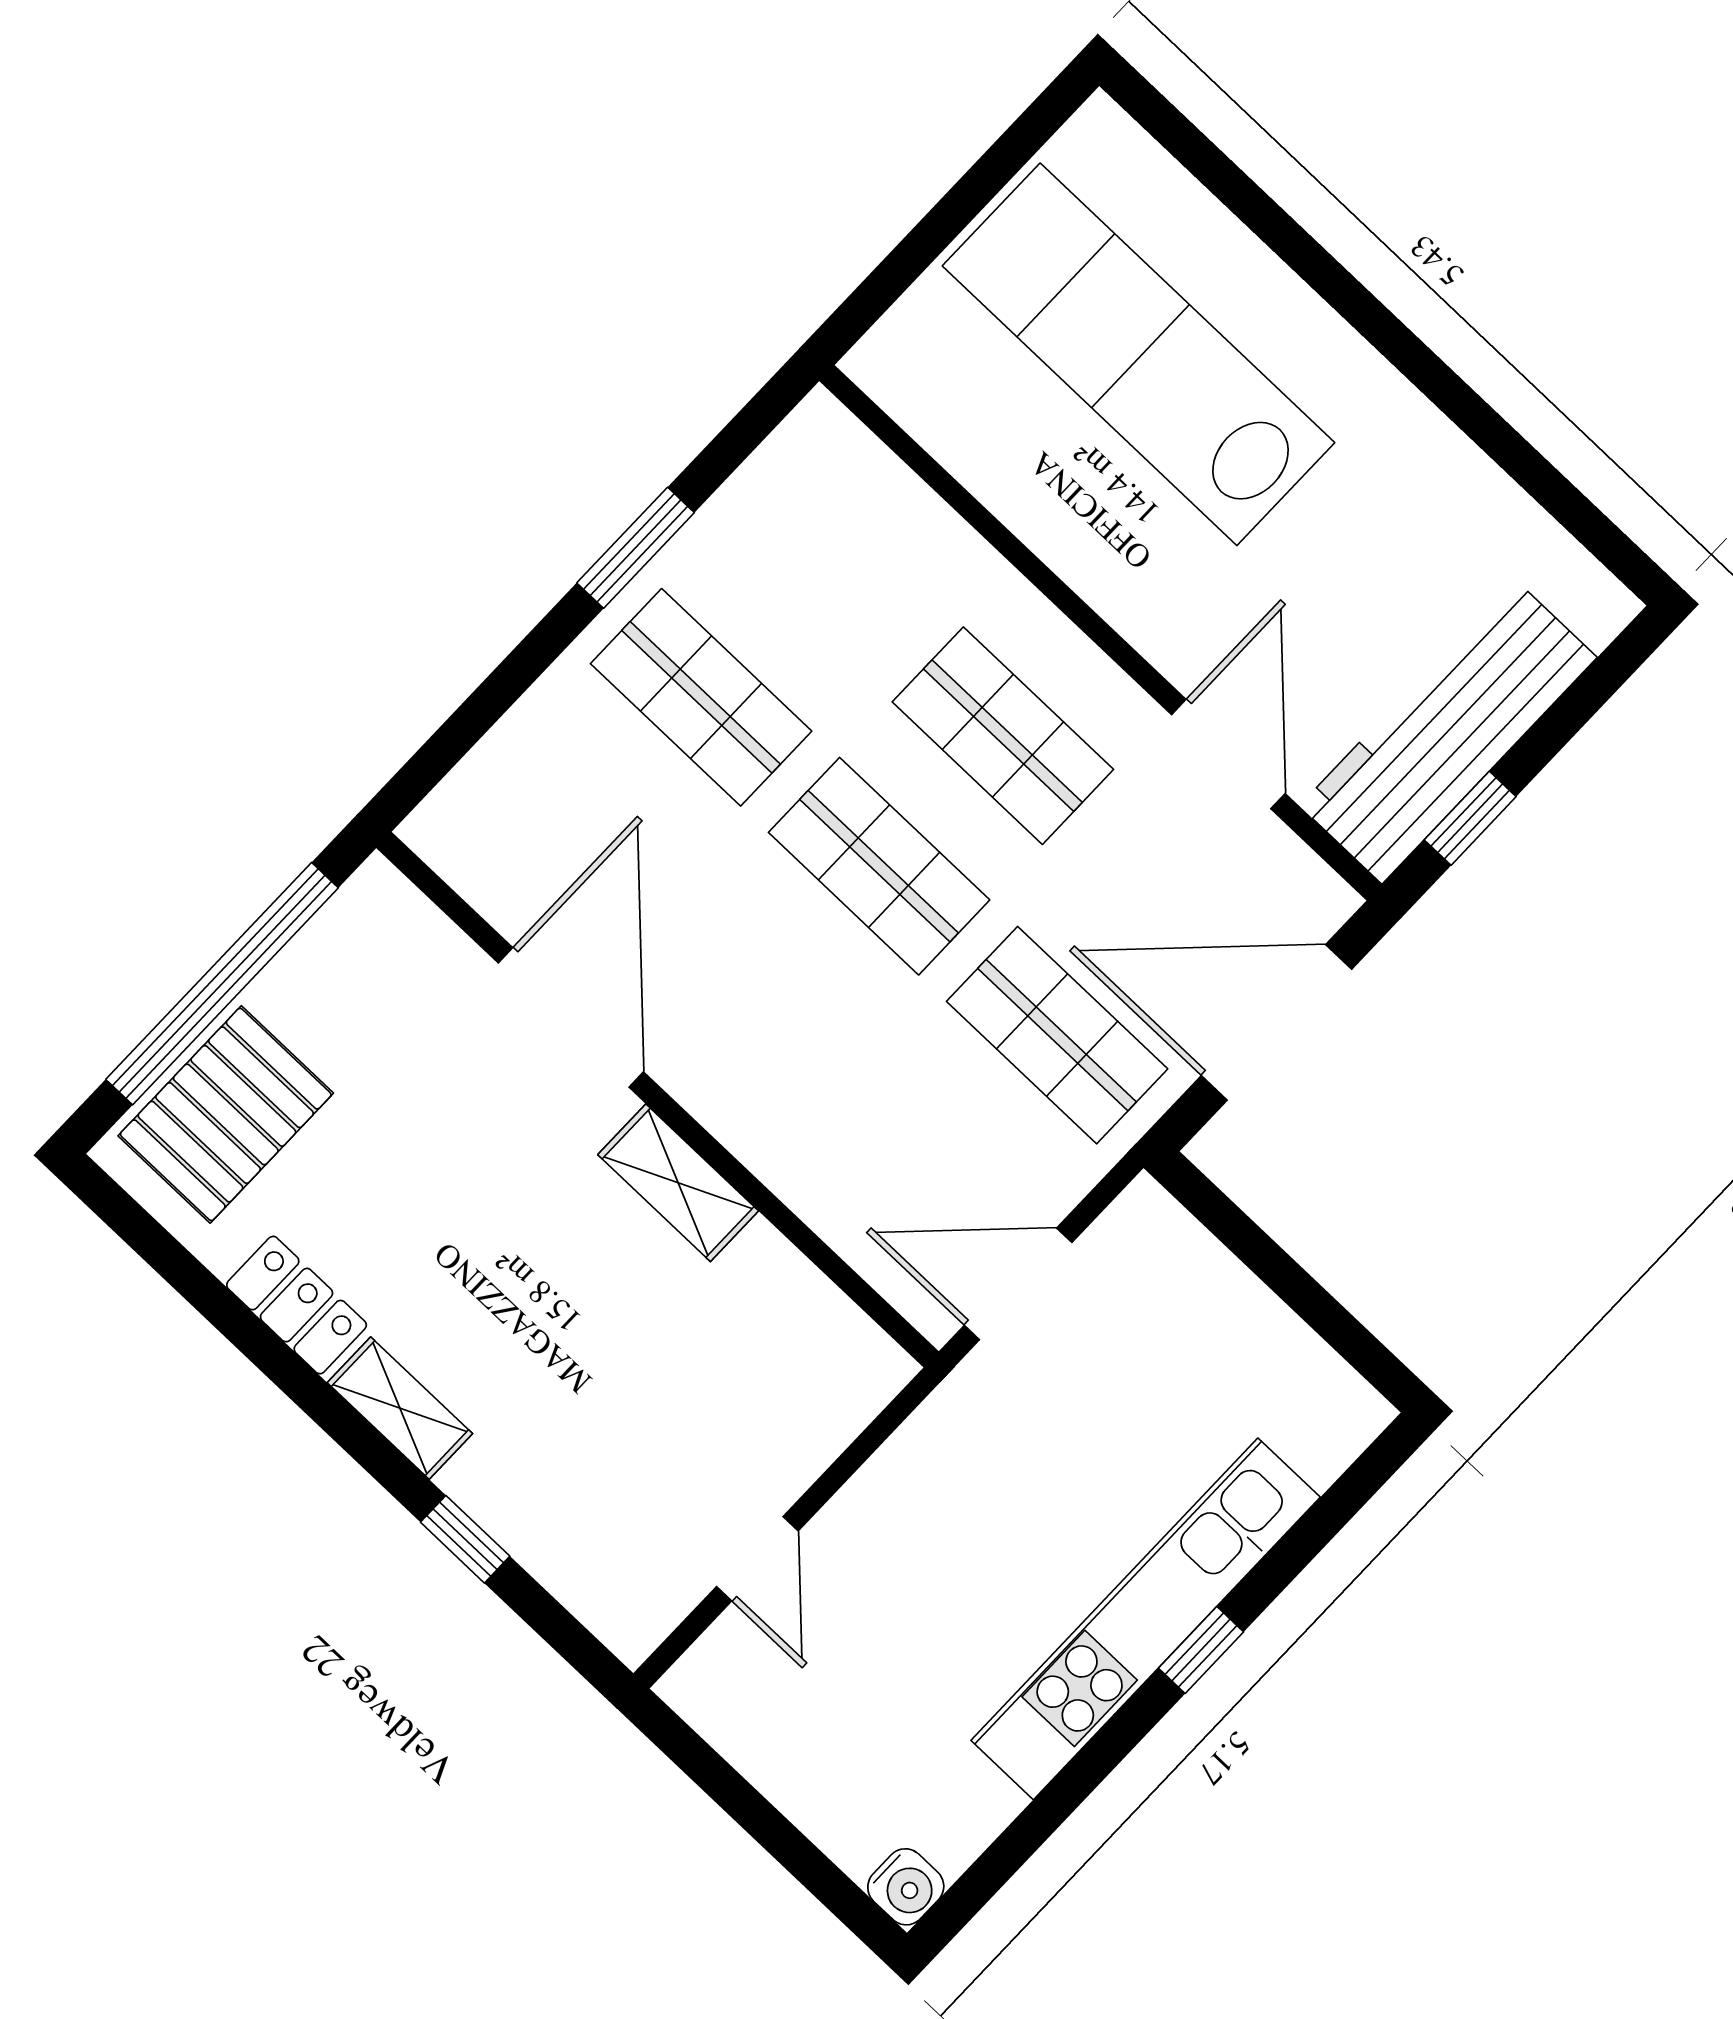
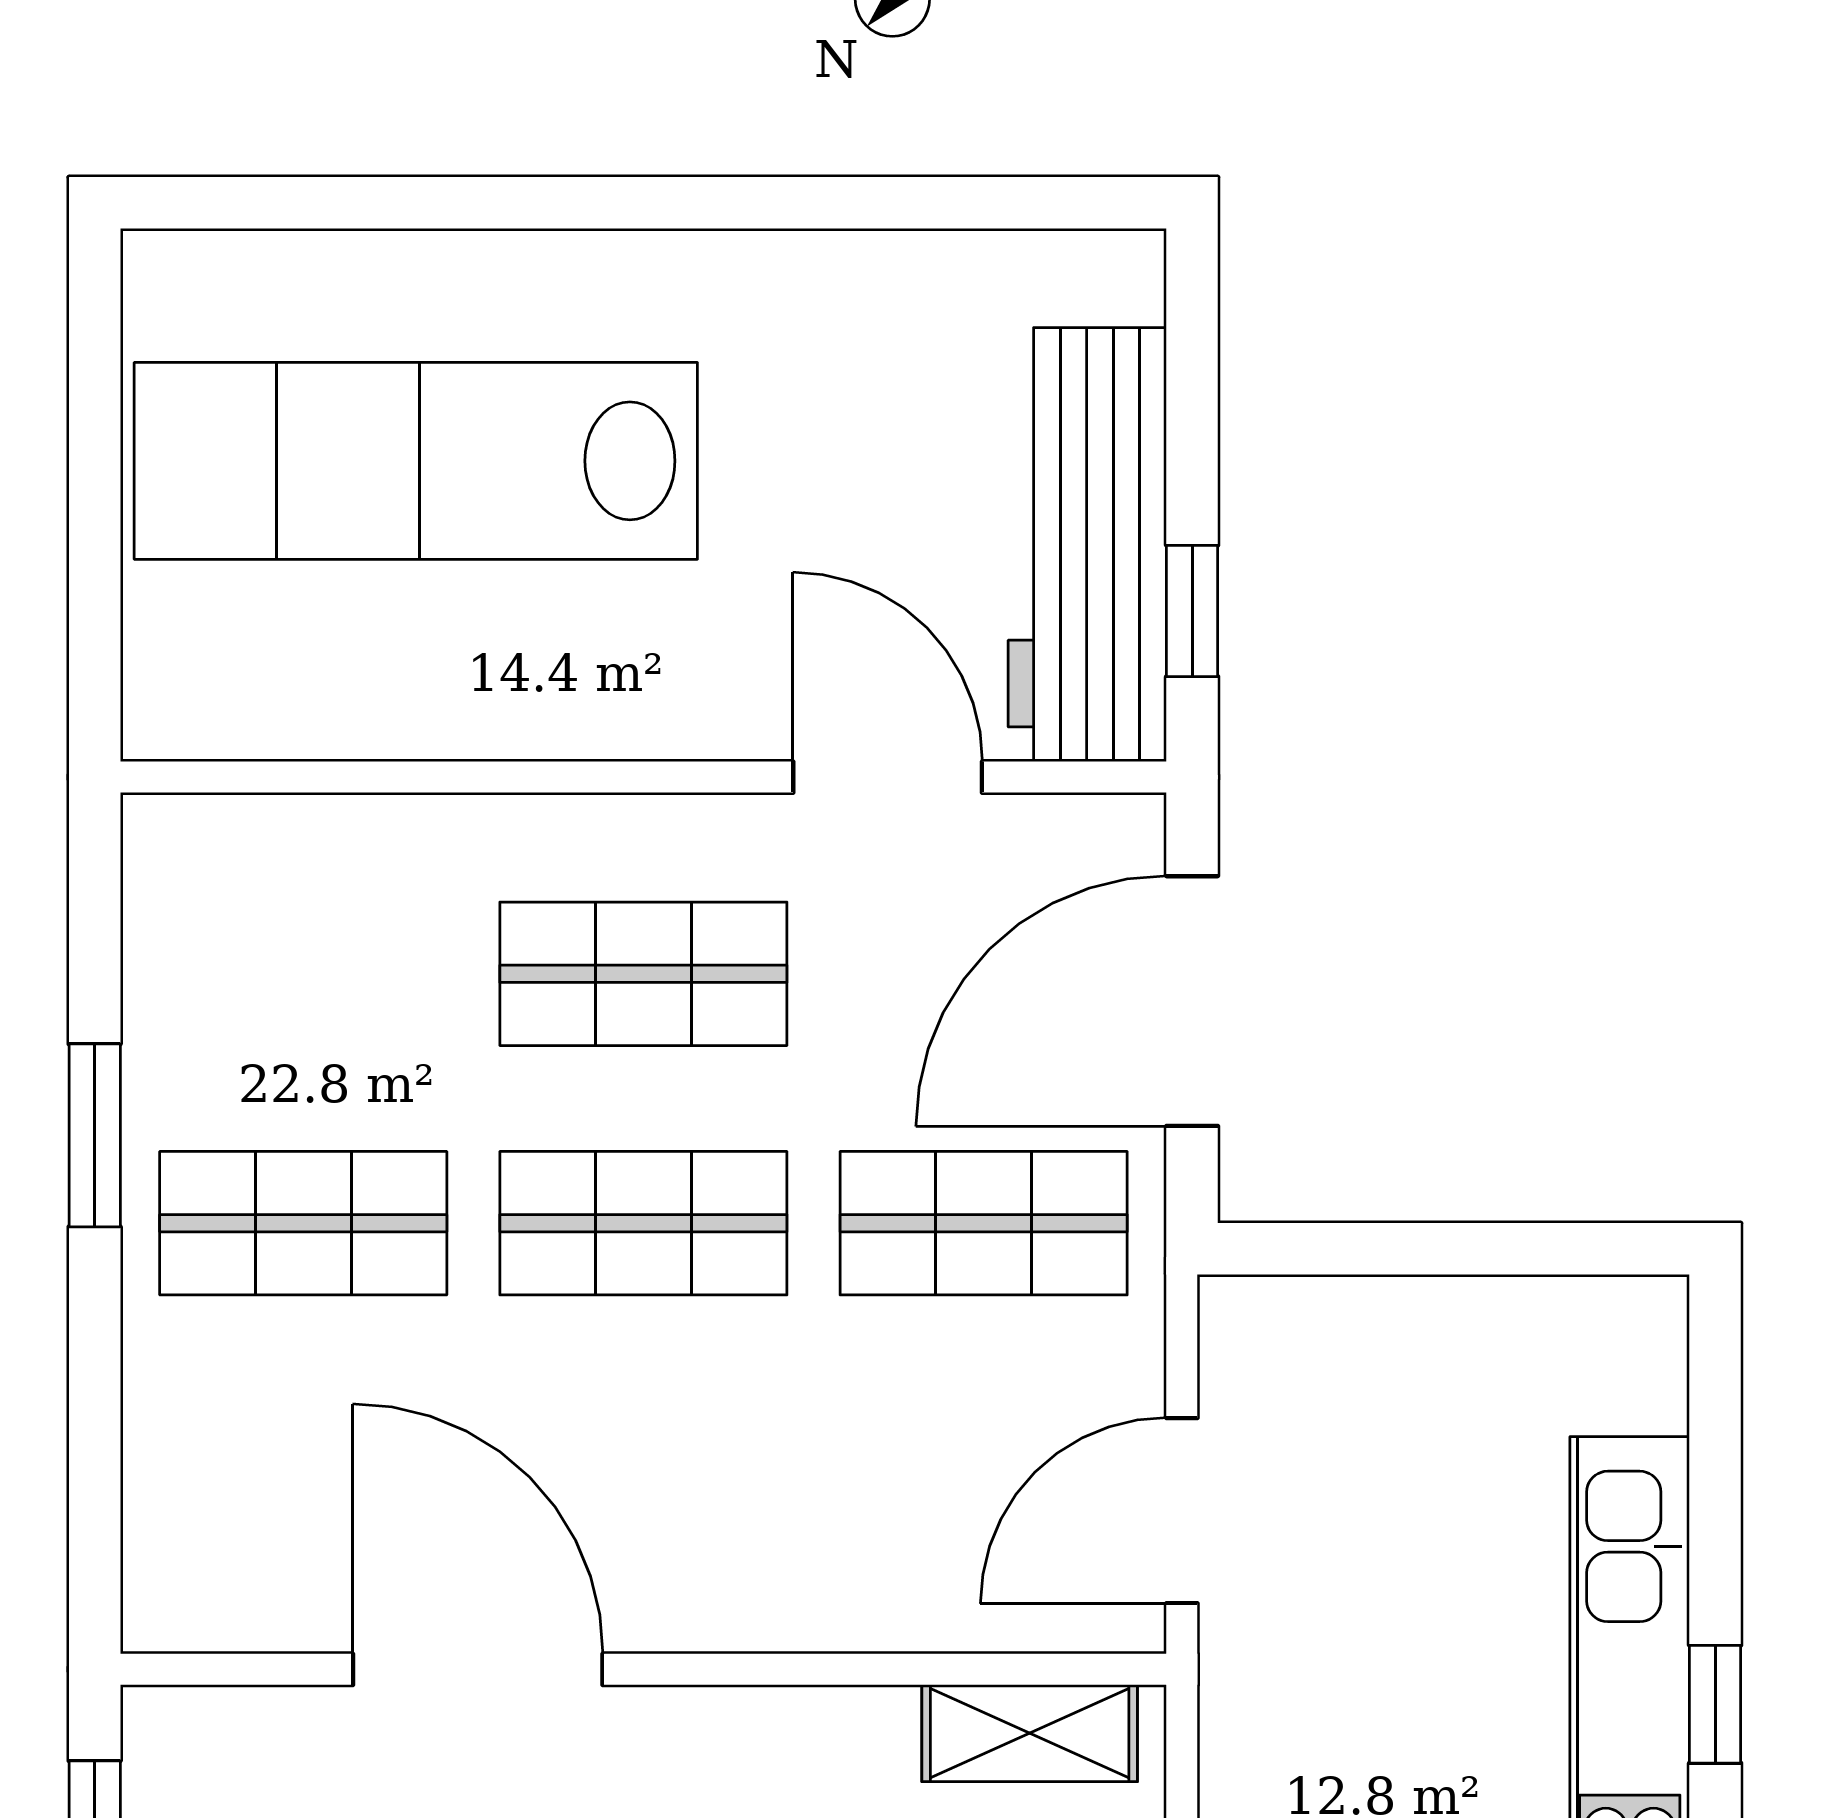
shelving: (678, 1183) -> (1030, 1733), moved

